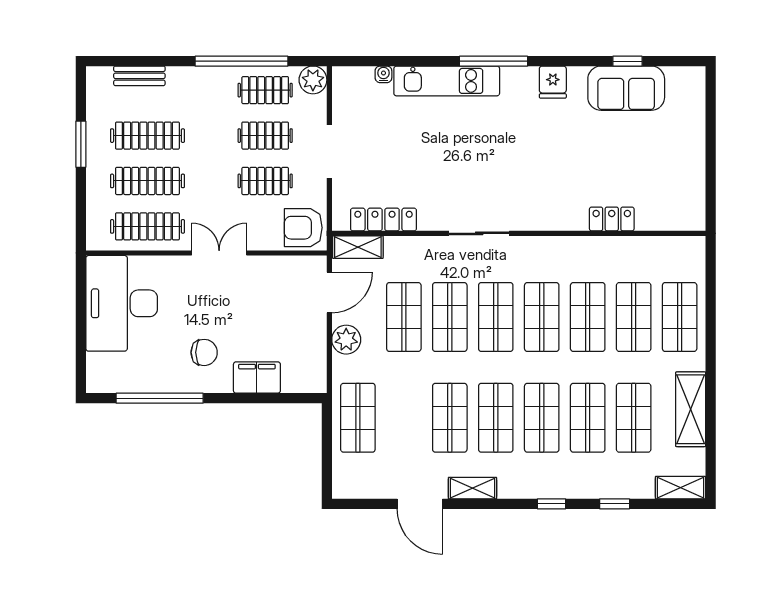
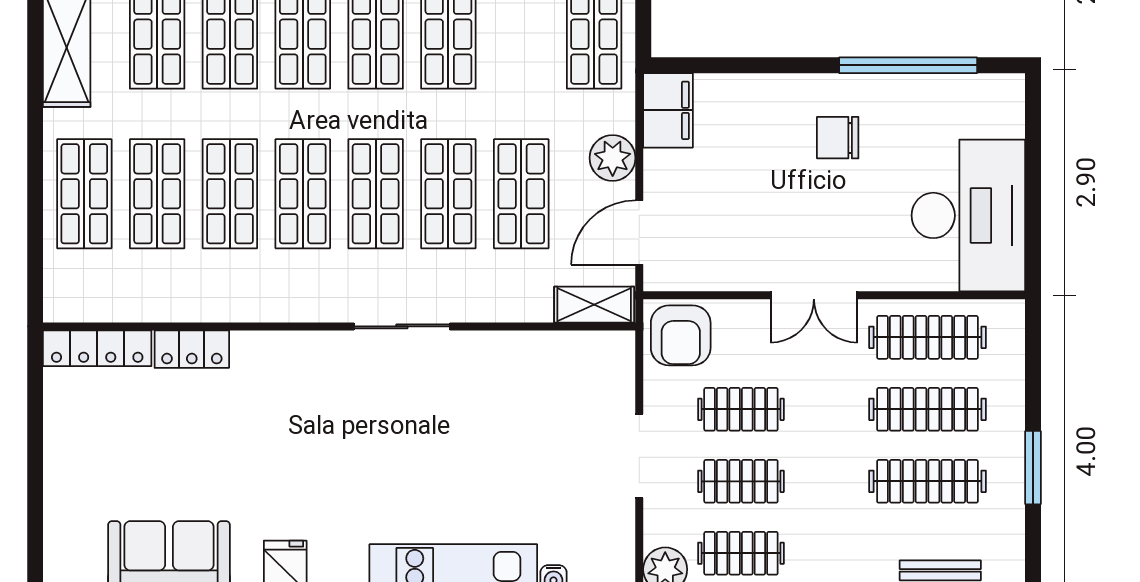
locker: (383, 220) -> (97, 348), moved
armchair: (303, 228) -> (681, 335), turned 90
filing cabinet: (257, 378) -> (668, 110), moved, turned -90

